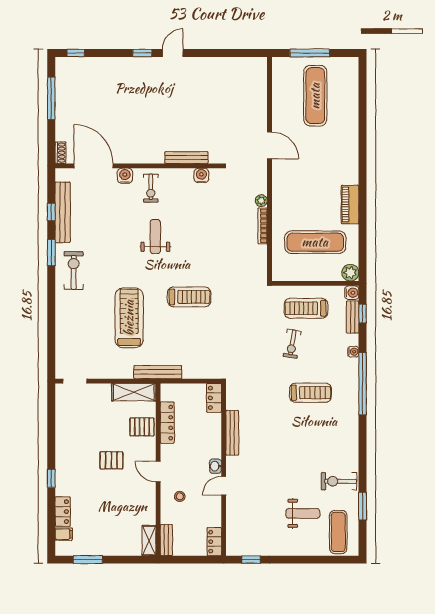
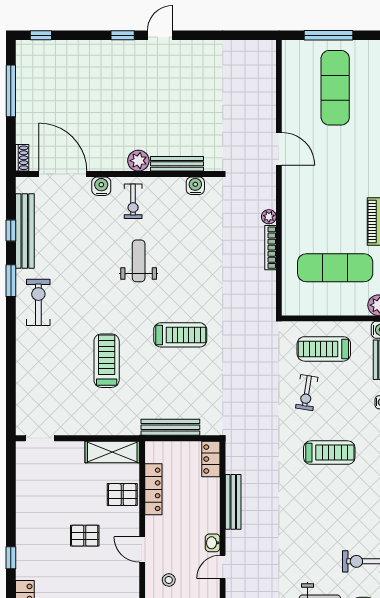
plant: (155, 155) -> (138, 161), added
treadmill: (129, 318) -> (107, 361), width x0.73, depth x0.73
bench: (158, 372) -> (170, 427), moved

